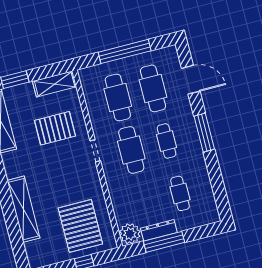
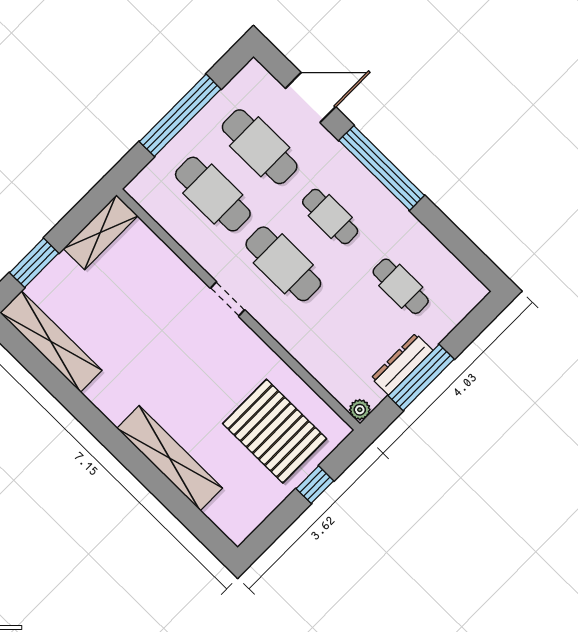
pallet: (55, 128) -> (143, 302), removed
window: (204, 133) -> (382, 168), width x1.46
plant: (130, 234) -> (360, 410), width x0.53, depth x0.53

